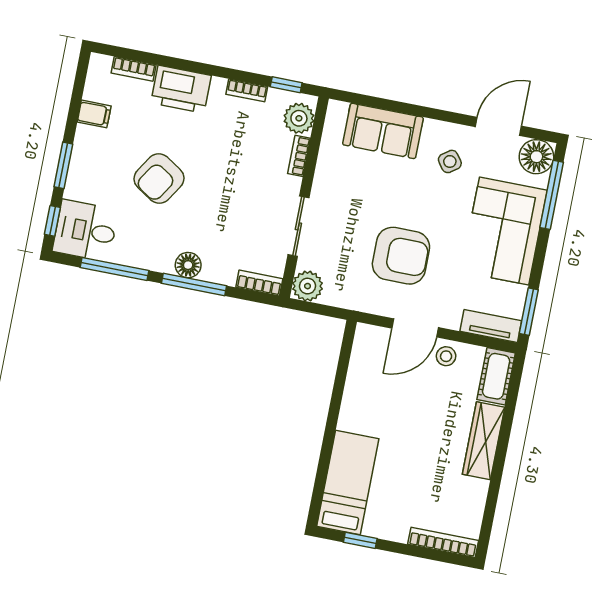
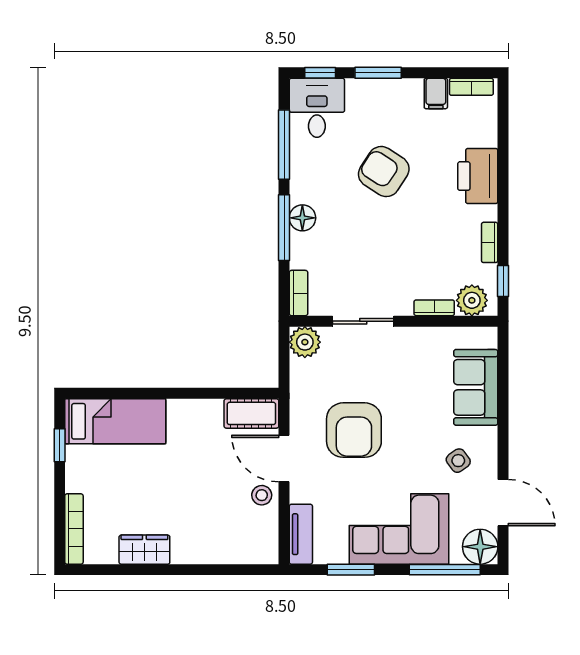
bookcase: (134, 69) -> (471, 87), moved, turned -90
window: (529, 312) -> (351, 570), moved
cot: (496, 376) -> (251, 413), moved
wardrobe: (484, 441) -> (144, 550), moved, width x0.67

